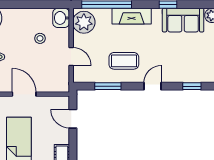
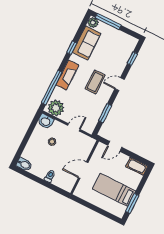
coffee table: (124, 61) -> (95, 82), moved
door: (153, 86) -> (120, 84), hinge flipped

